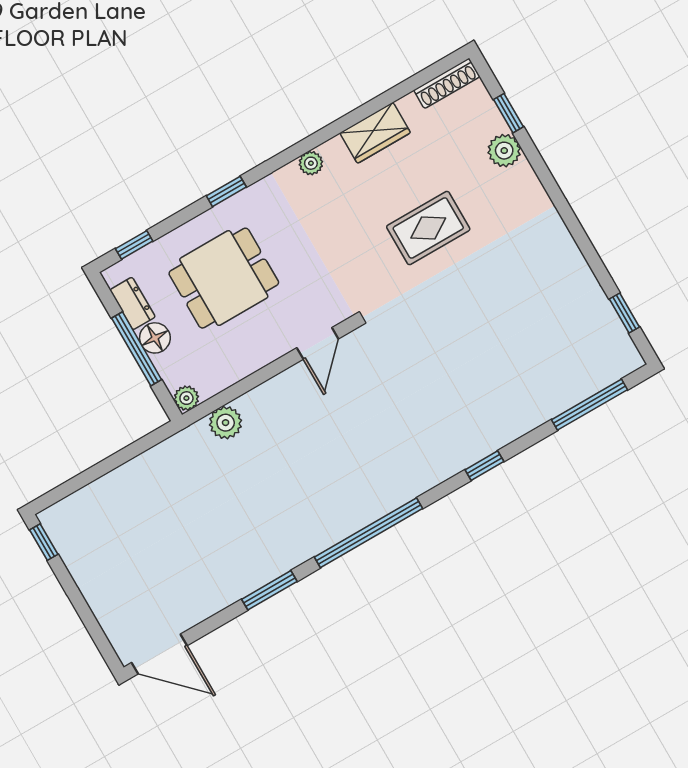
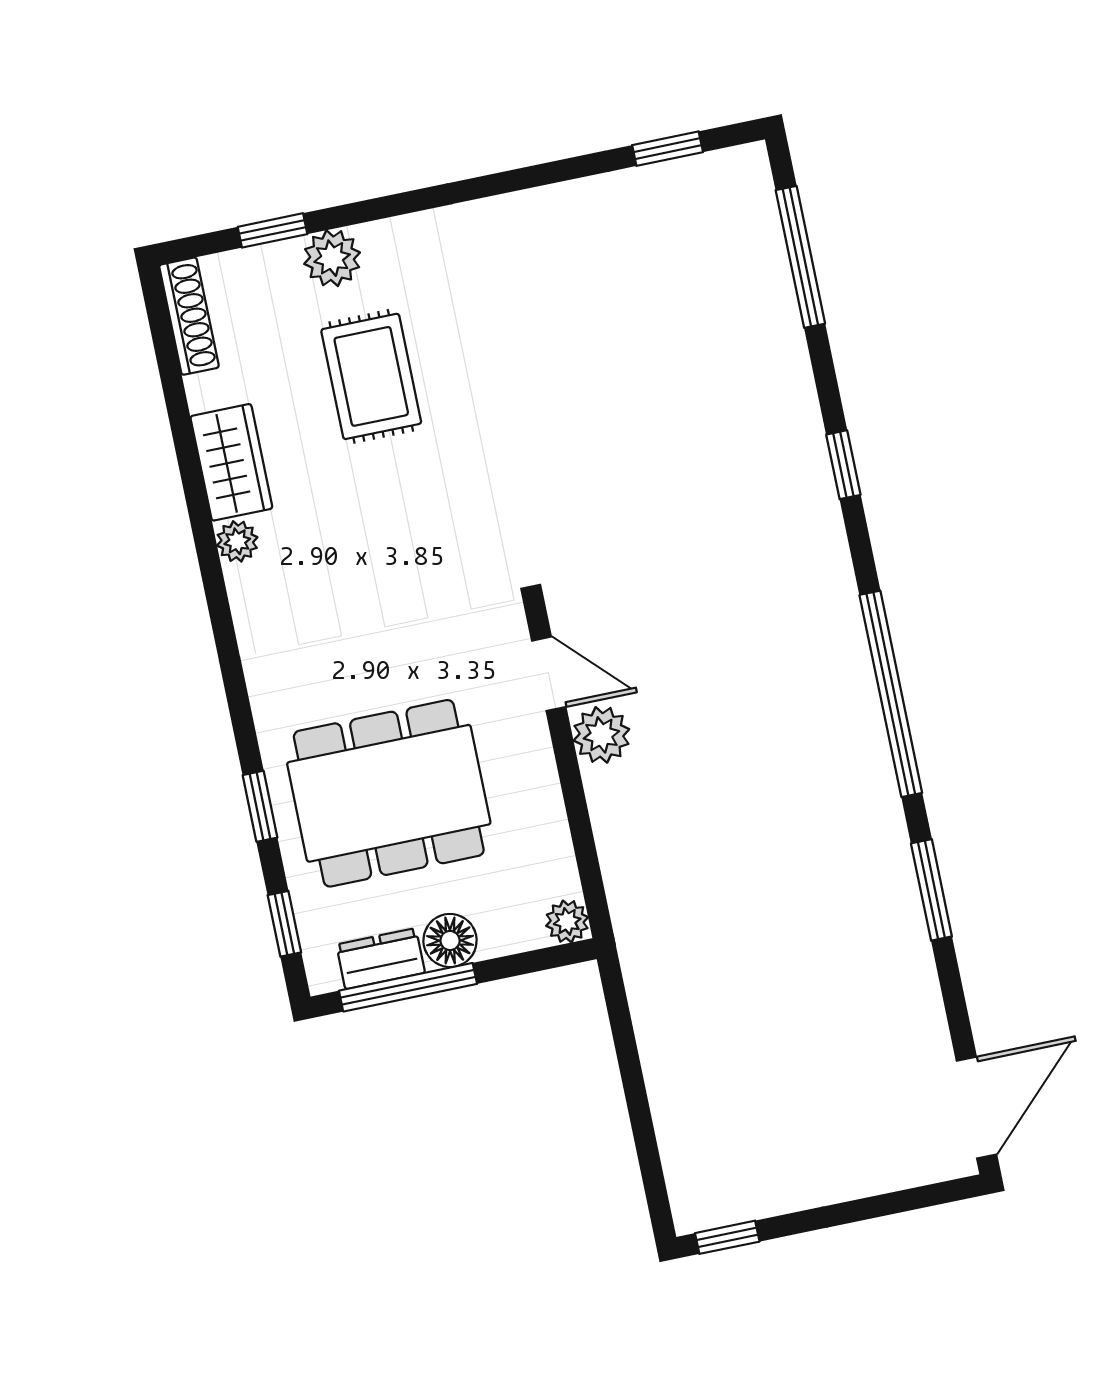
plant: (311, 163) -> (237, 541), moved
window: (226, 191) -> (260, 806), moved
rug: (428, 228) -> (371, 376), moved
dining table: (224, 278) -> (389, 793), width x1.38
window: (137, 349) -> (408, 987), moved
plant: (226, 423) -> (601, 735), moved

